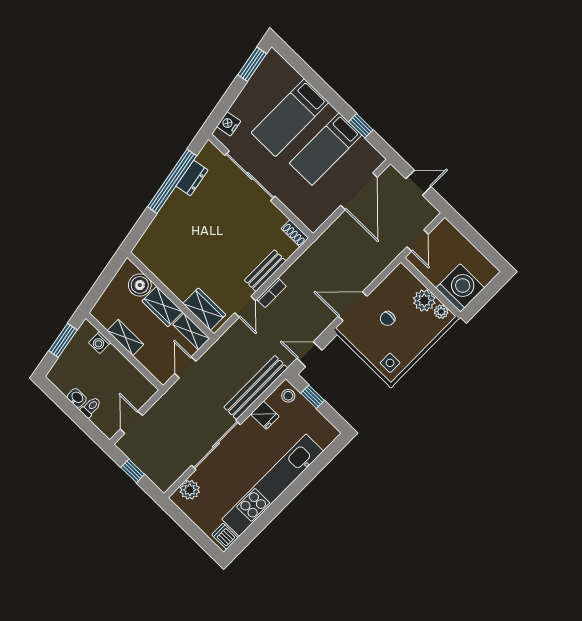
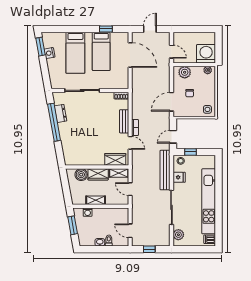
nightstand: (229, 124) -> (50, 53), moved
plant: (424, 300) -> (185, 72), moved

